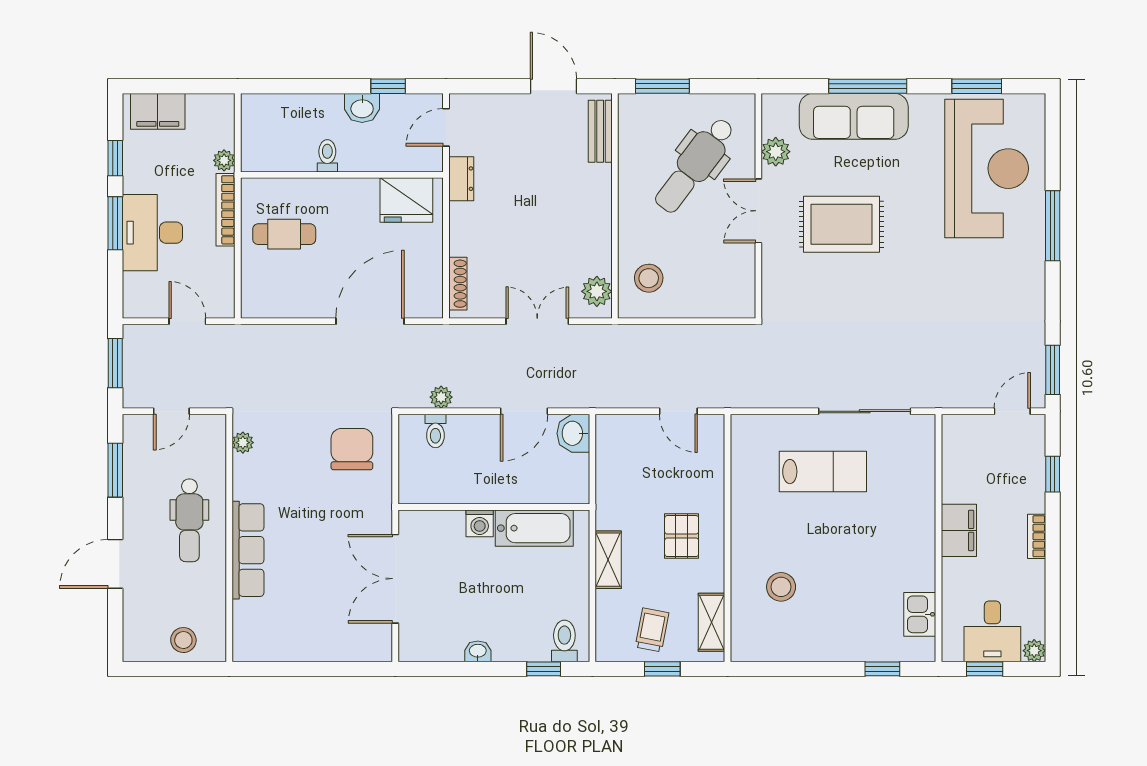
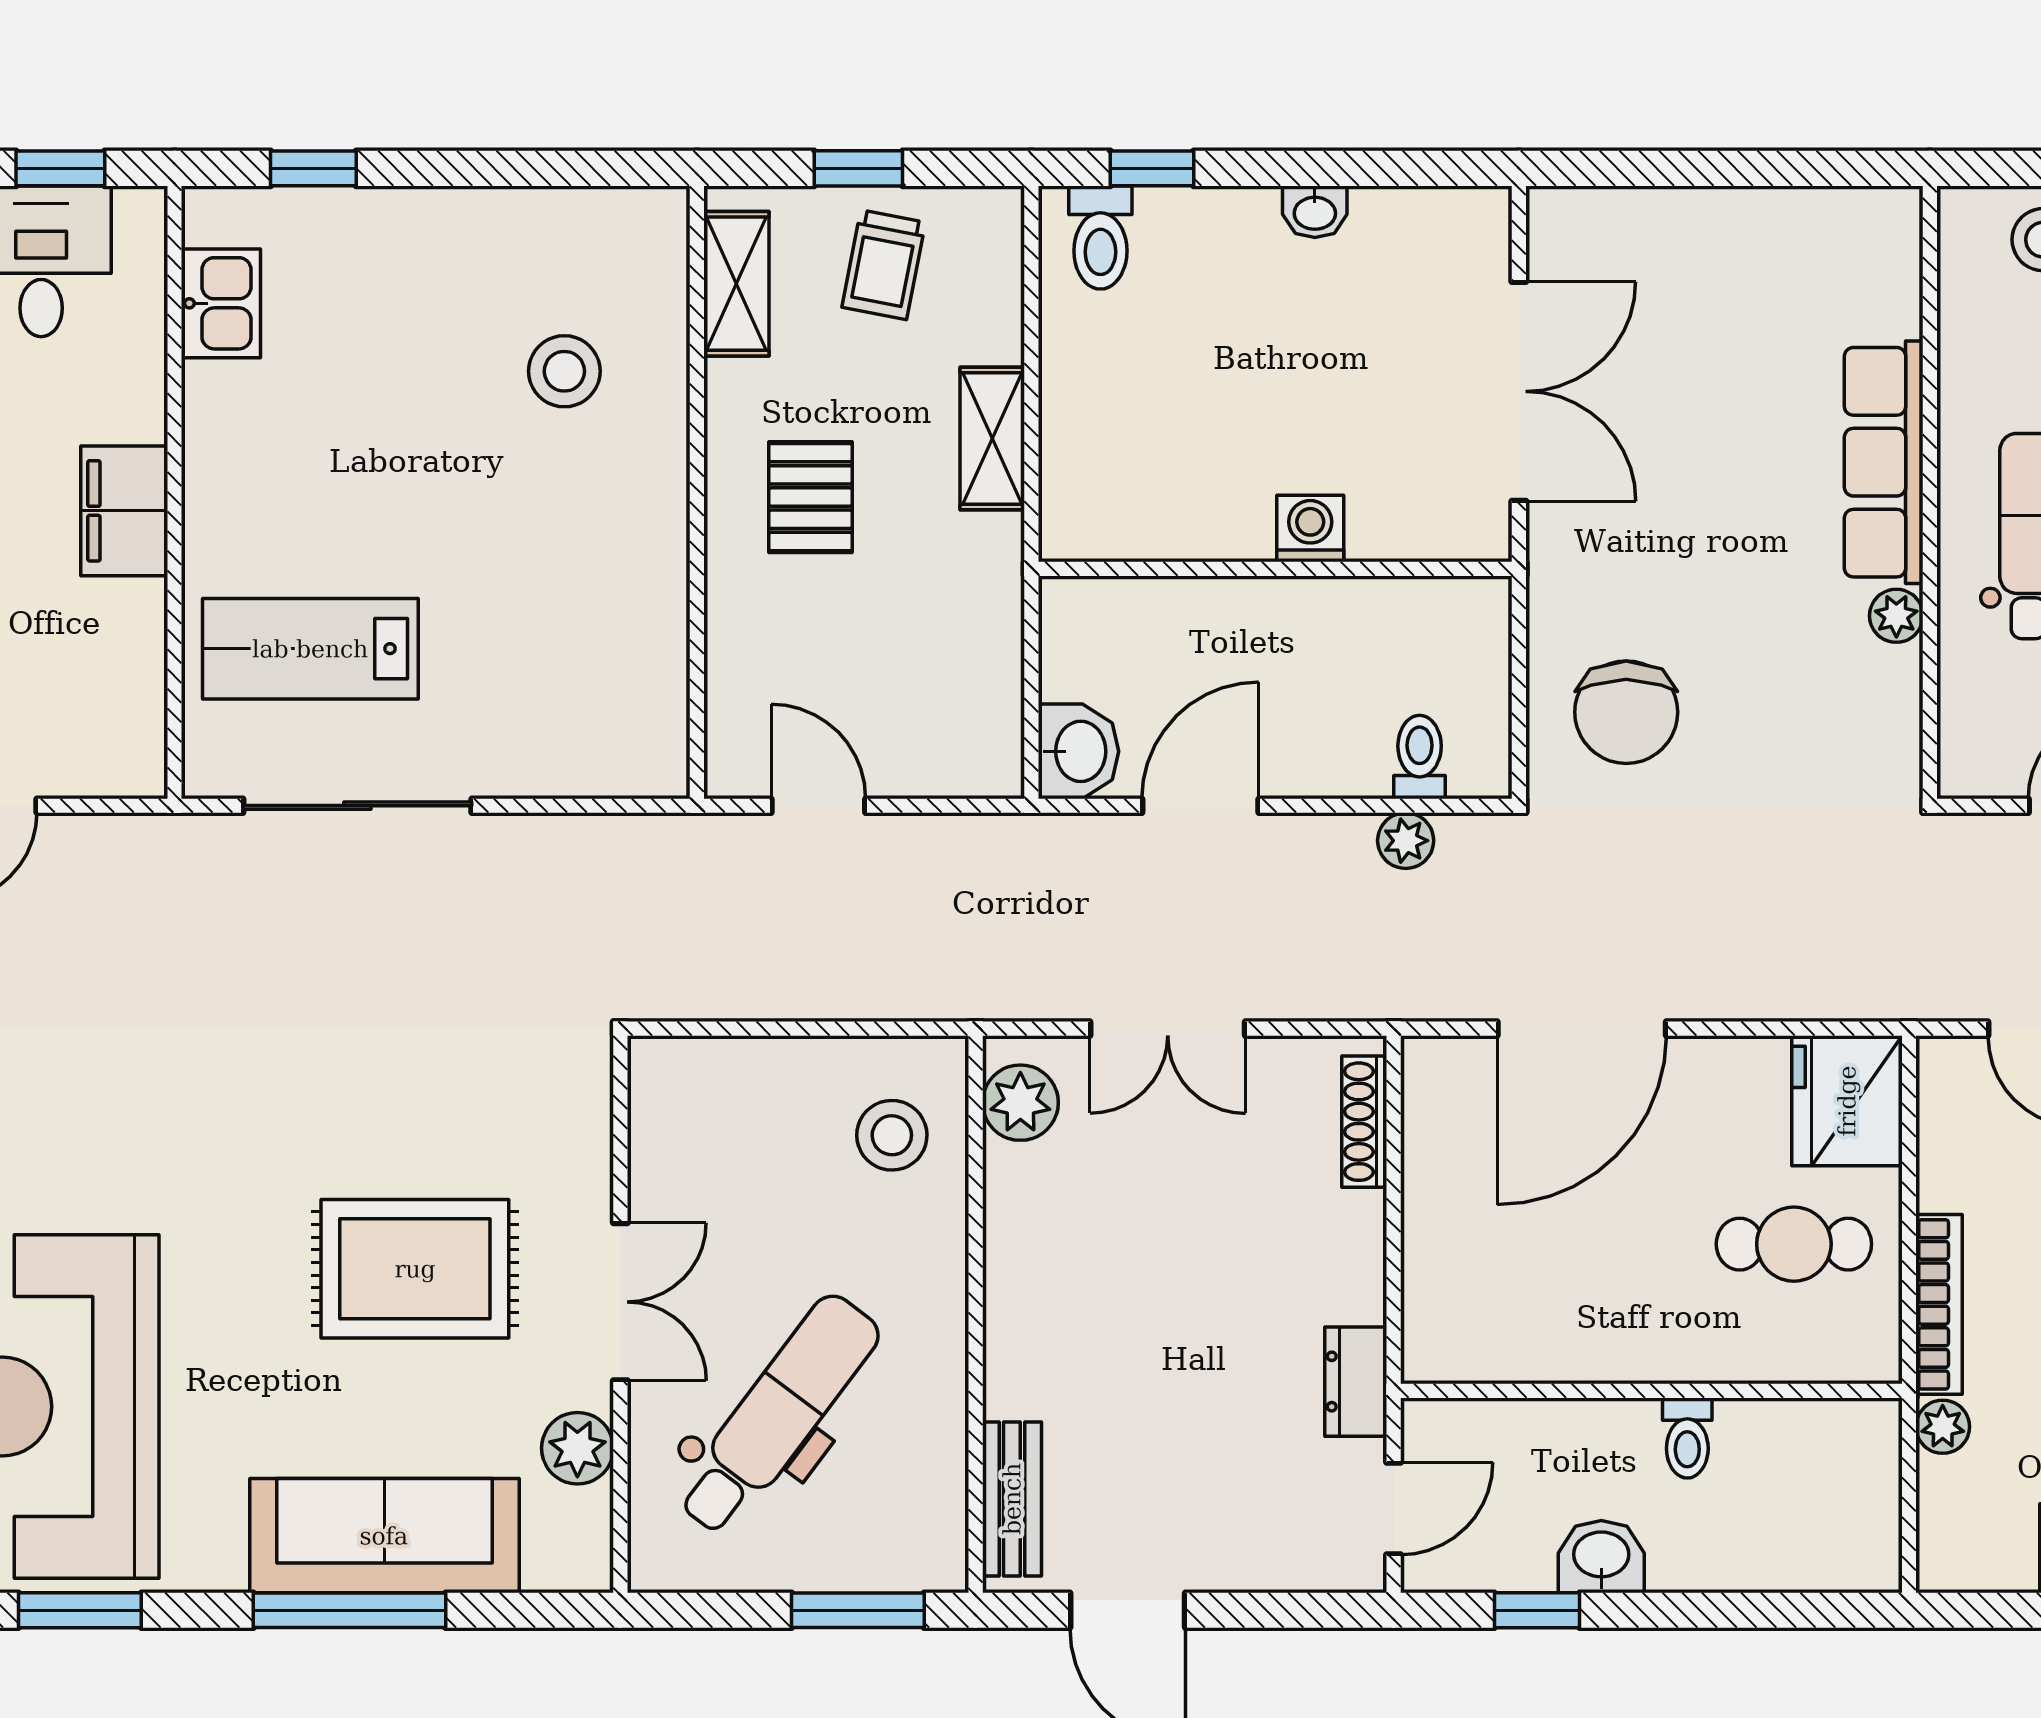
fridge: (406, 200) -> (1847, 1101), moved, turned -90
plant: (243, 443) -> (1896, 616), moved
lab bench: (823, 472) -> (310, 649), moved
bathtub: (534, 528) -> (1175, 517), removed

